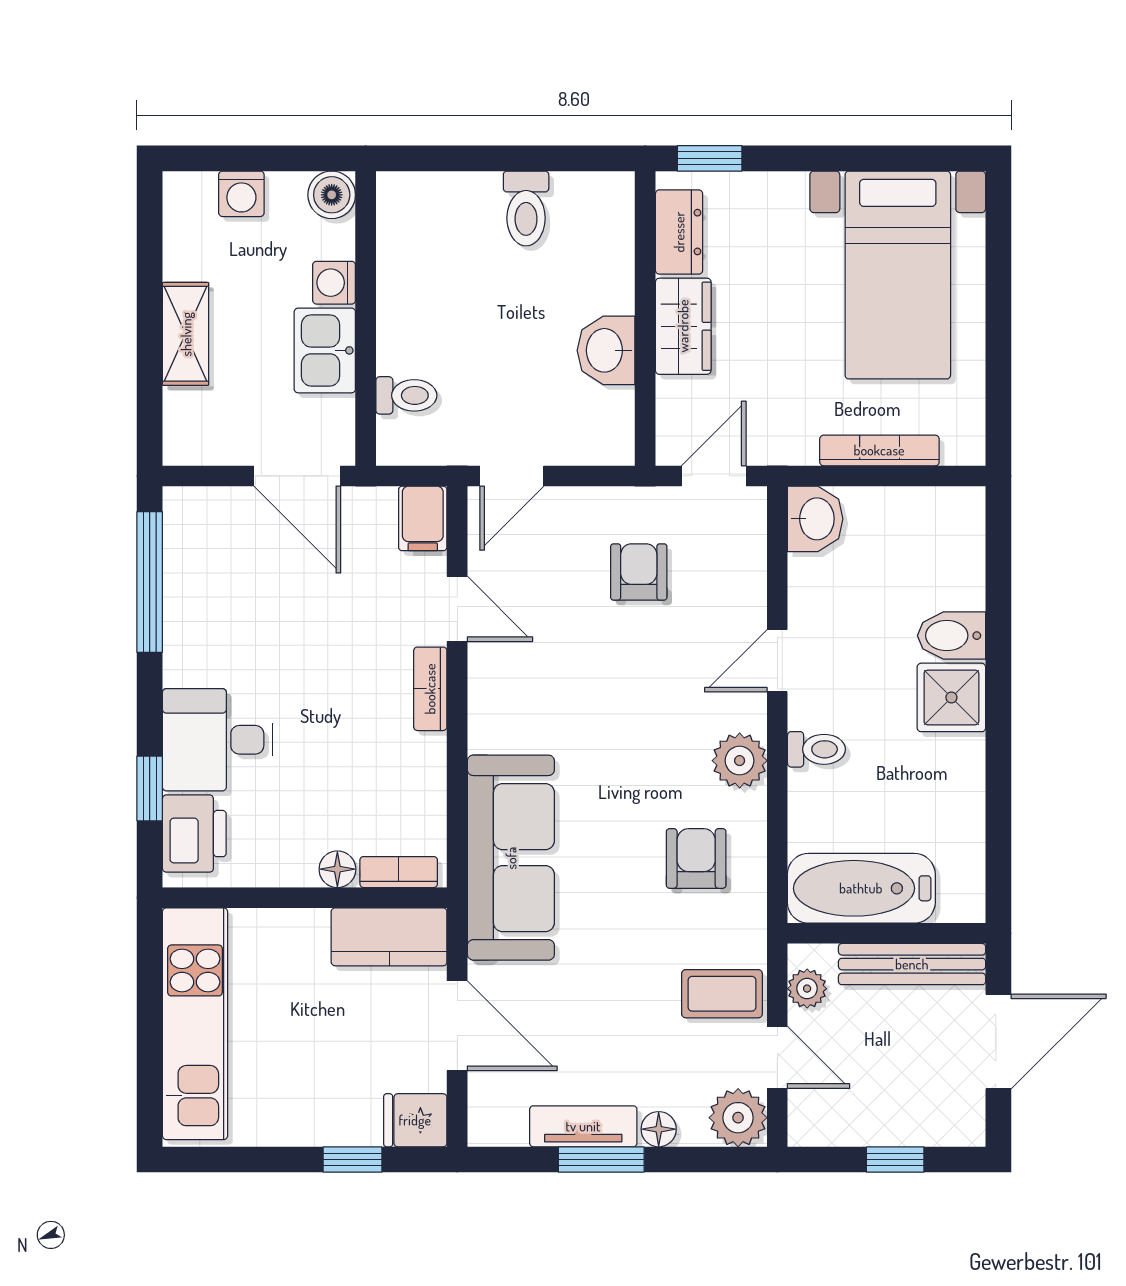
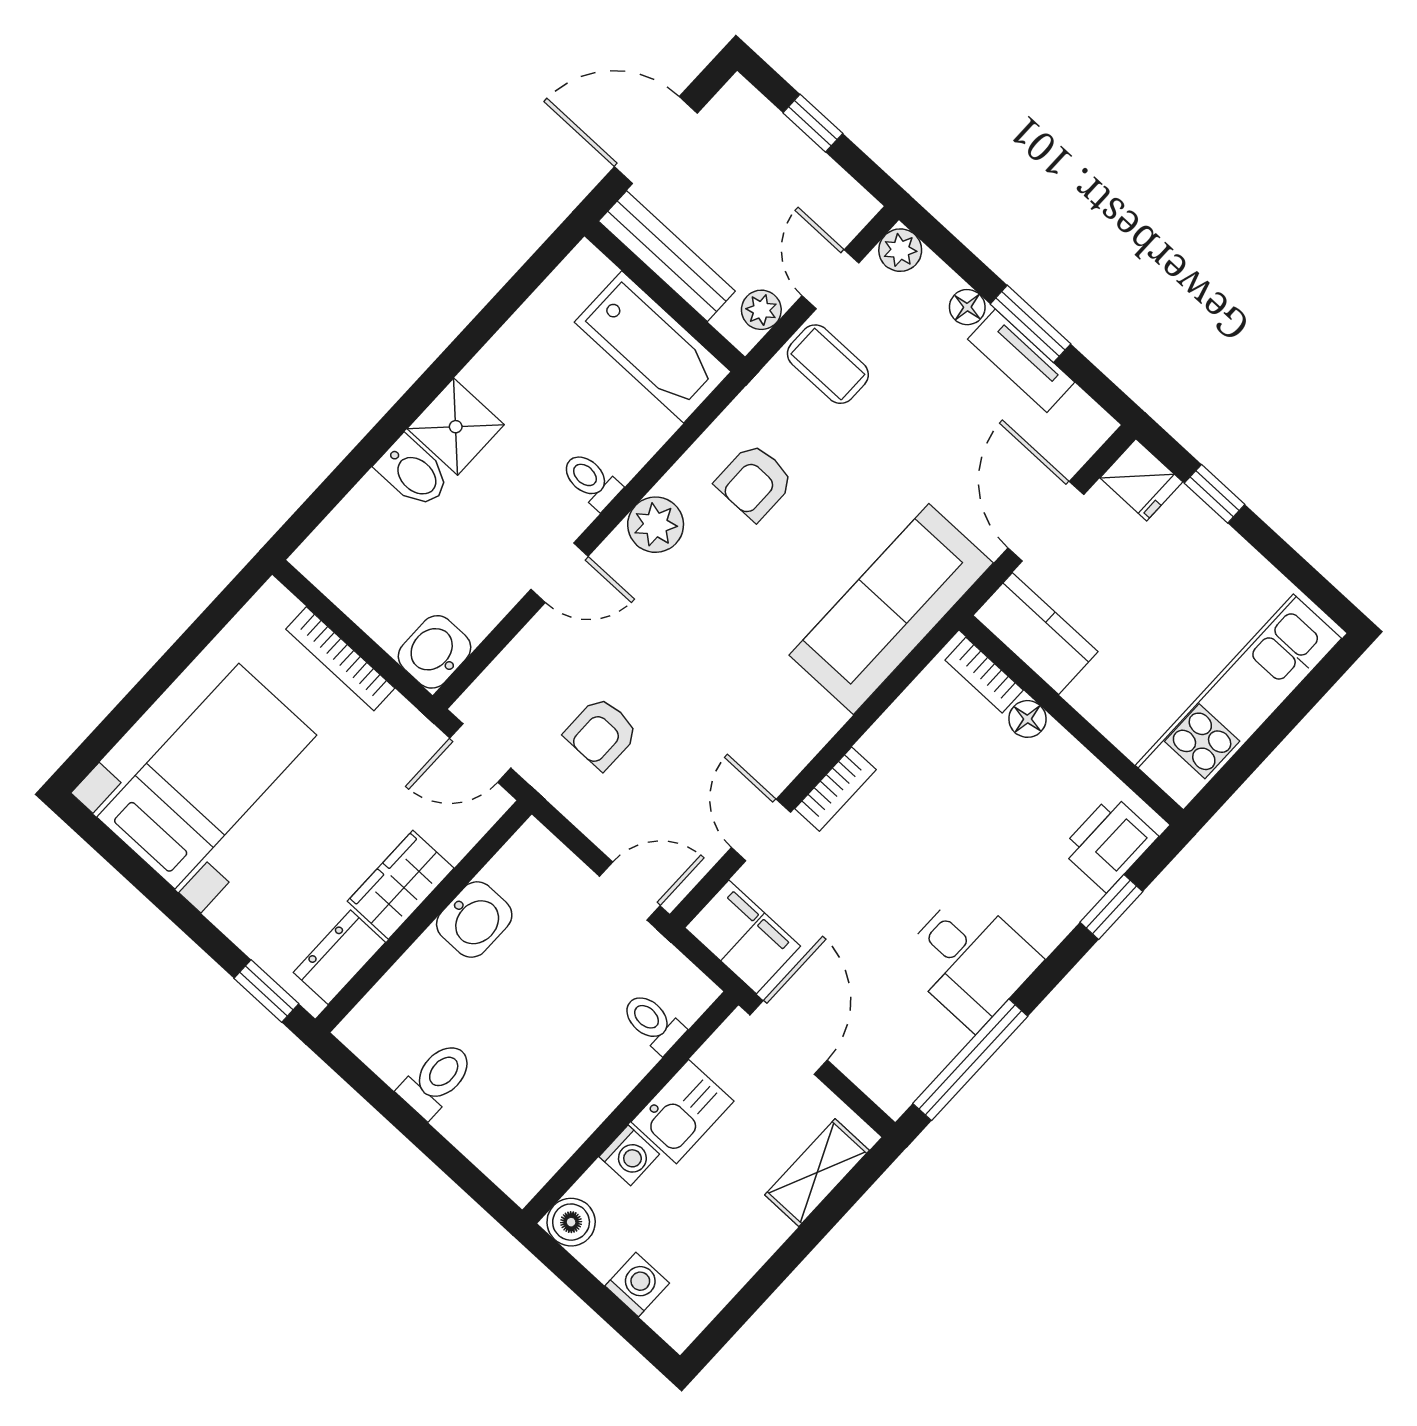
shelving: (186, 334) -> (817, 1173), moved
filing cabinet: (423, 518) -> (743, 937), width x2.00
desk: (218, 740) -> (970, 960), moved
plant: (738, 1118) -> (900, 250), width x0.73, depth x0.73

